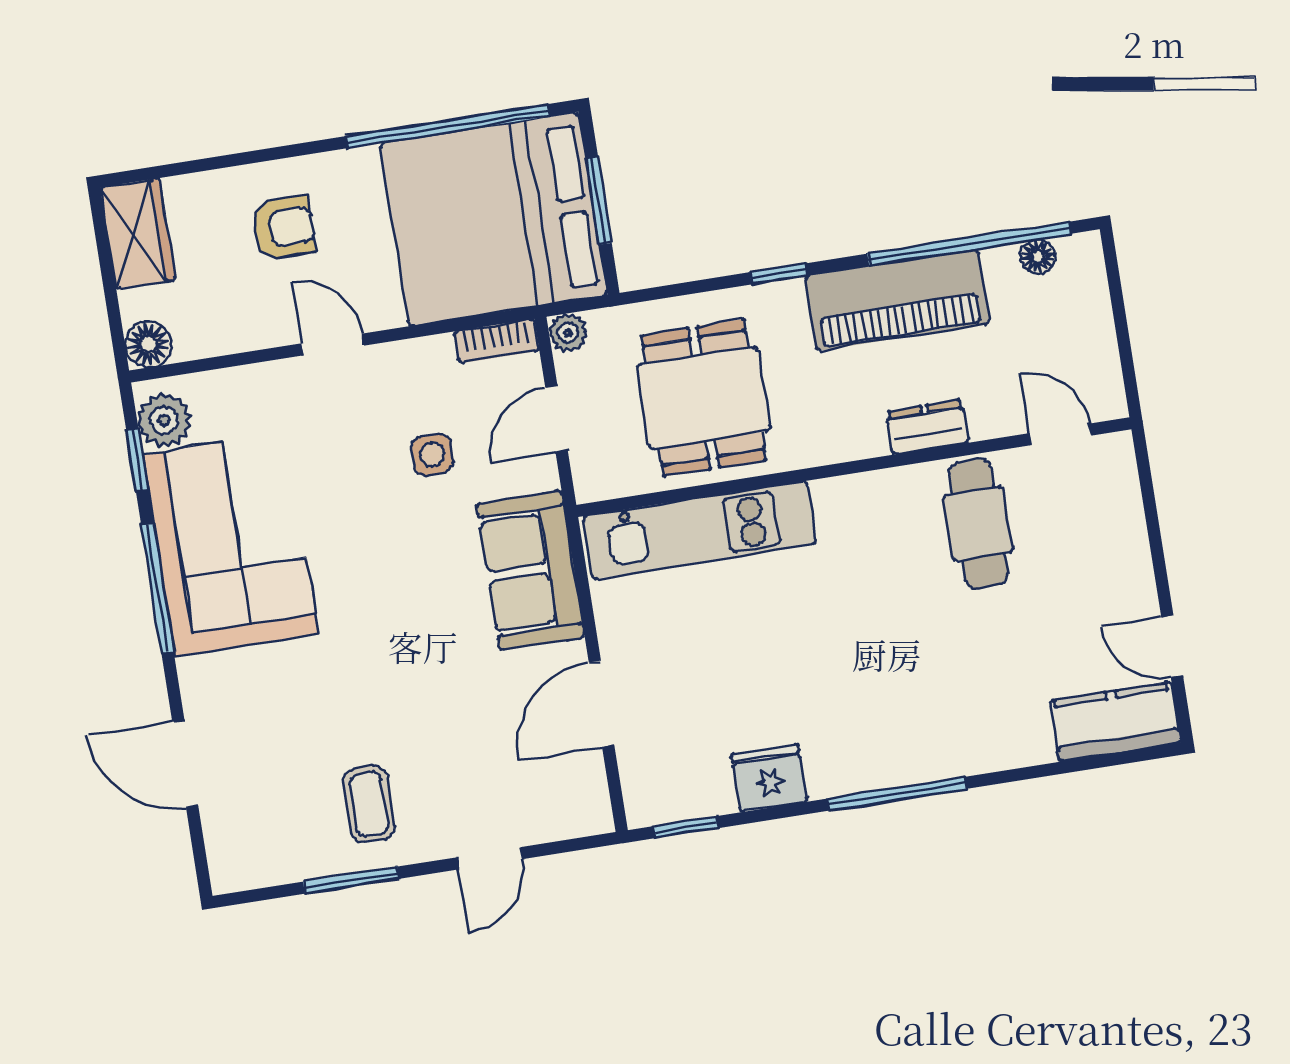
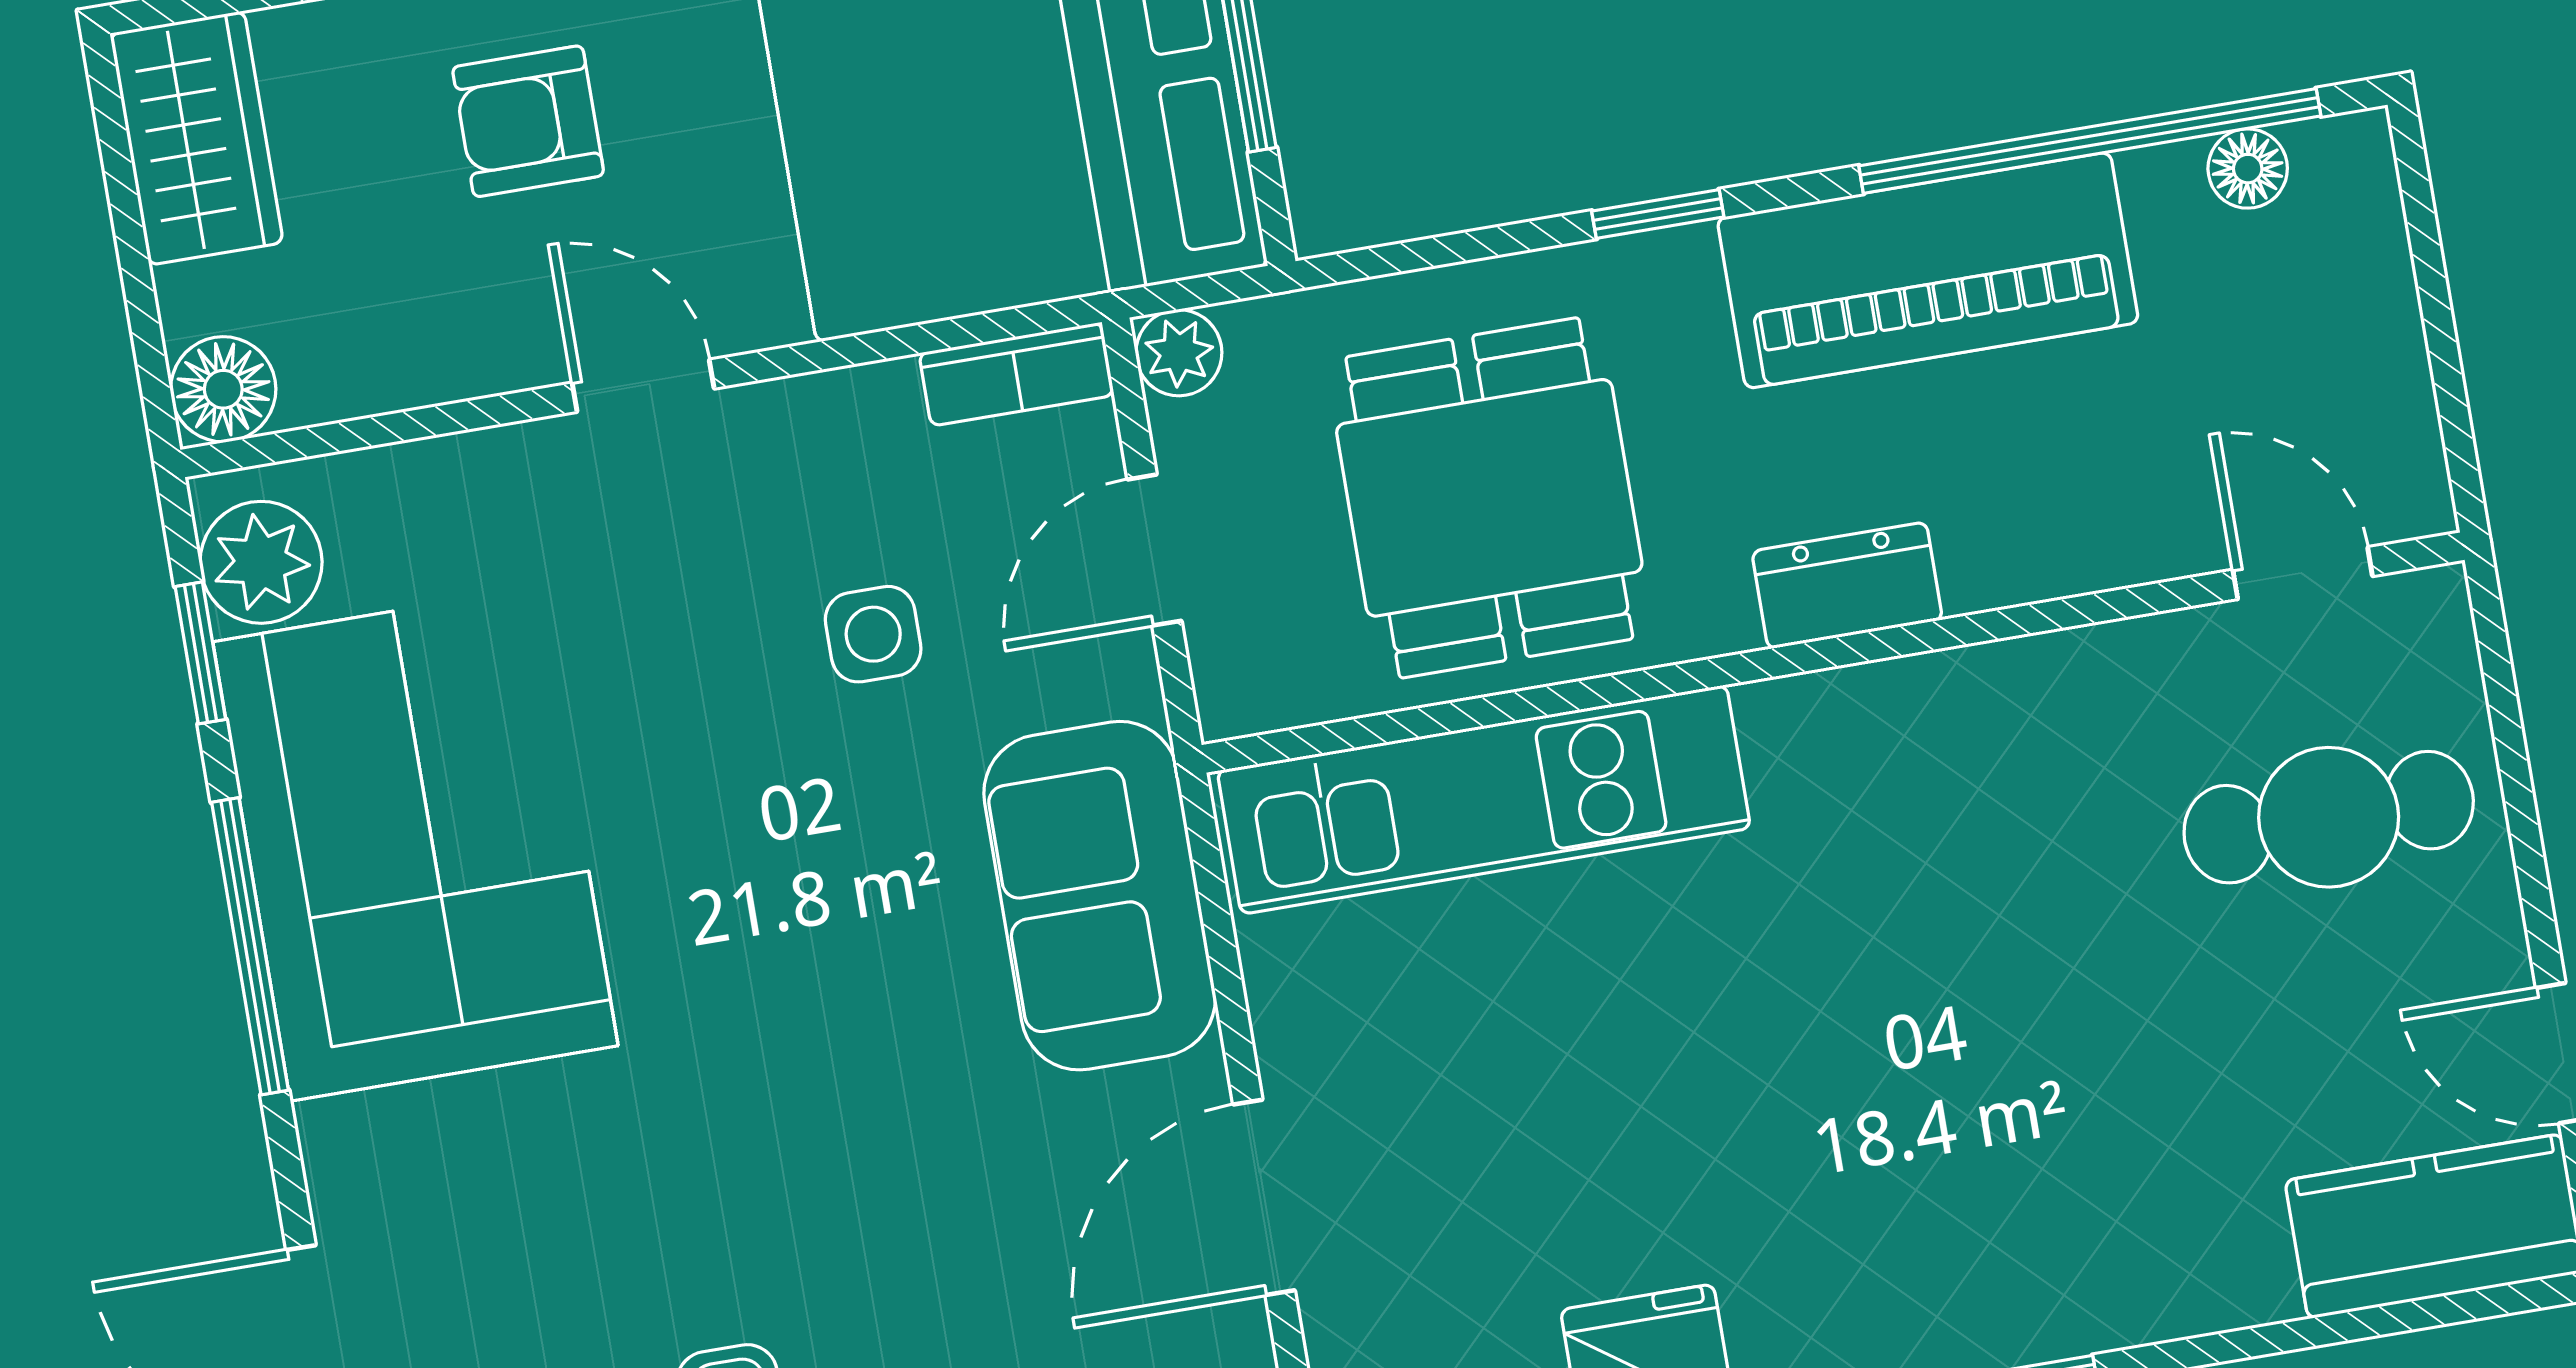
armchair: (283, 228) -> (528, 121), turned 180
dresser: (927, 427) -> (1847, 586), moved
cafe table: (978, 524) -> (2329, 817), moved, turned 90

